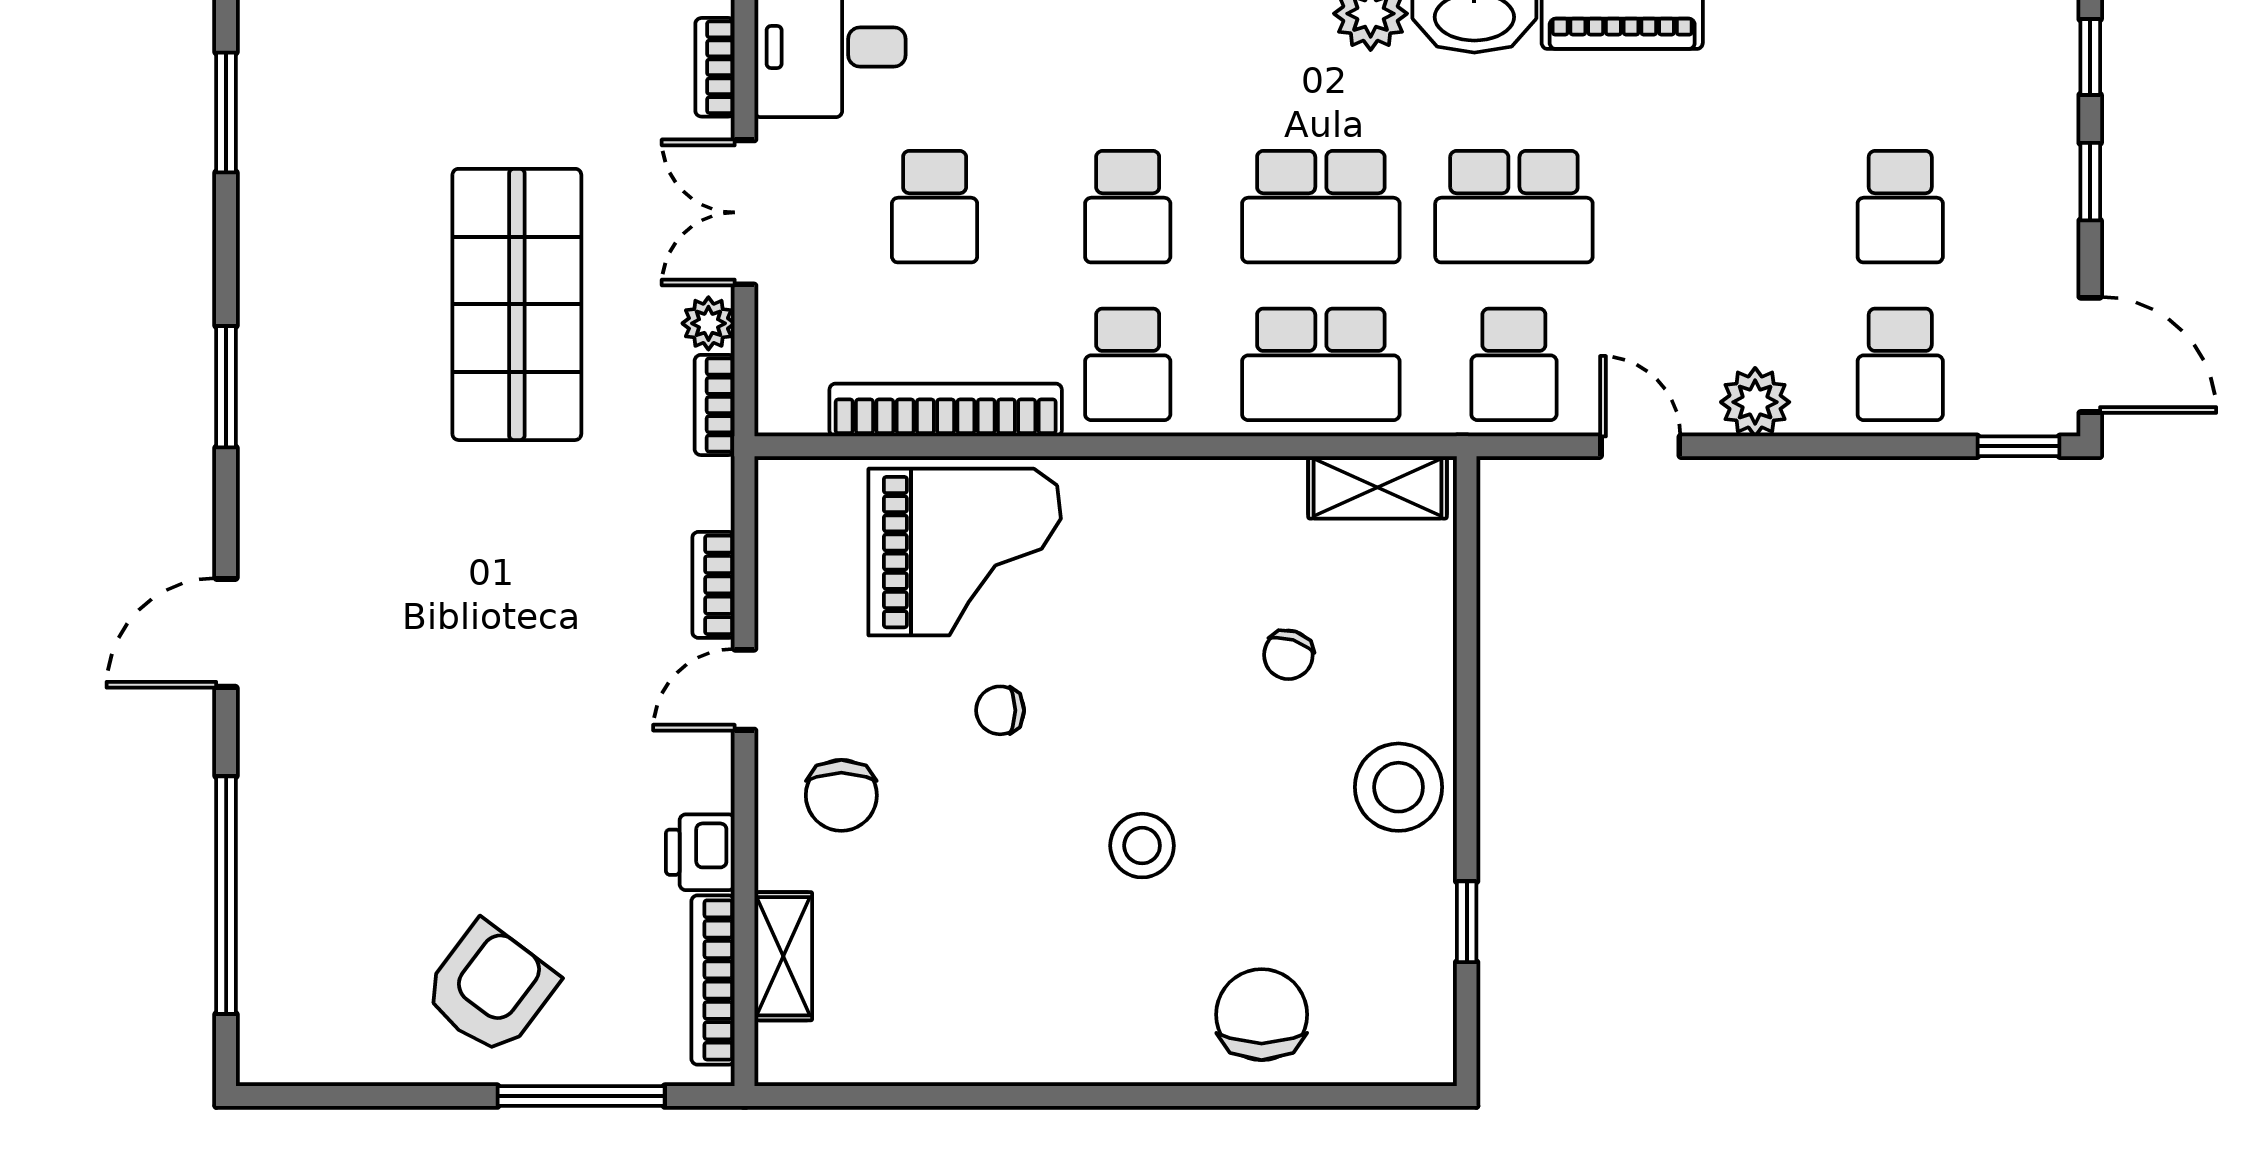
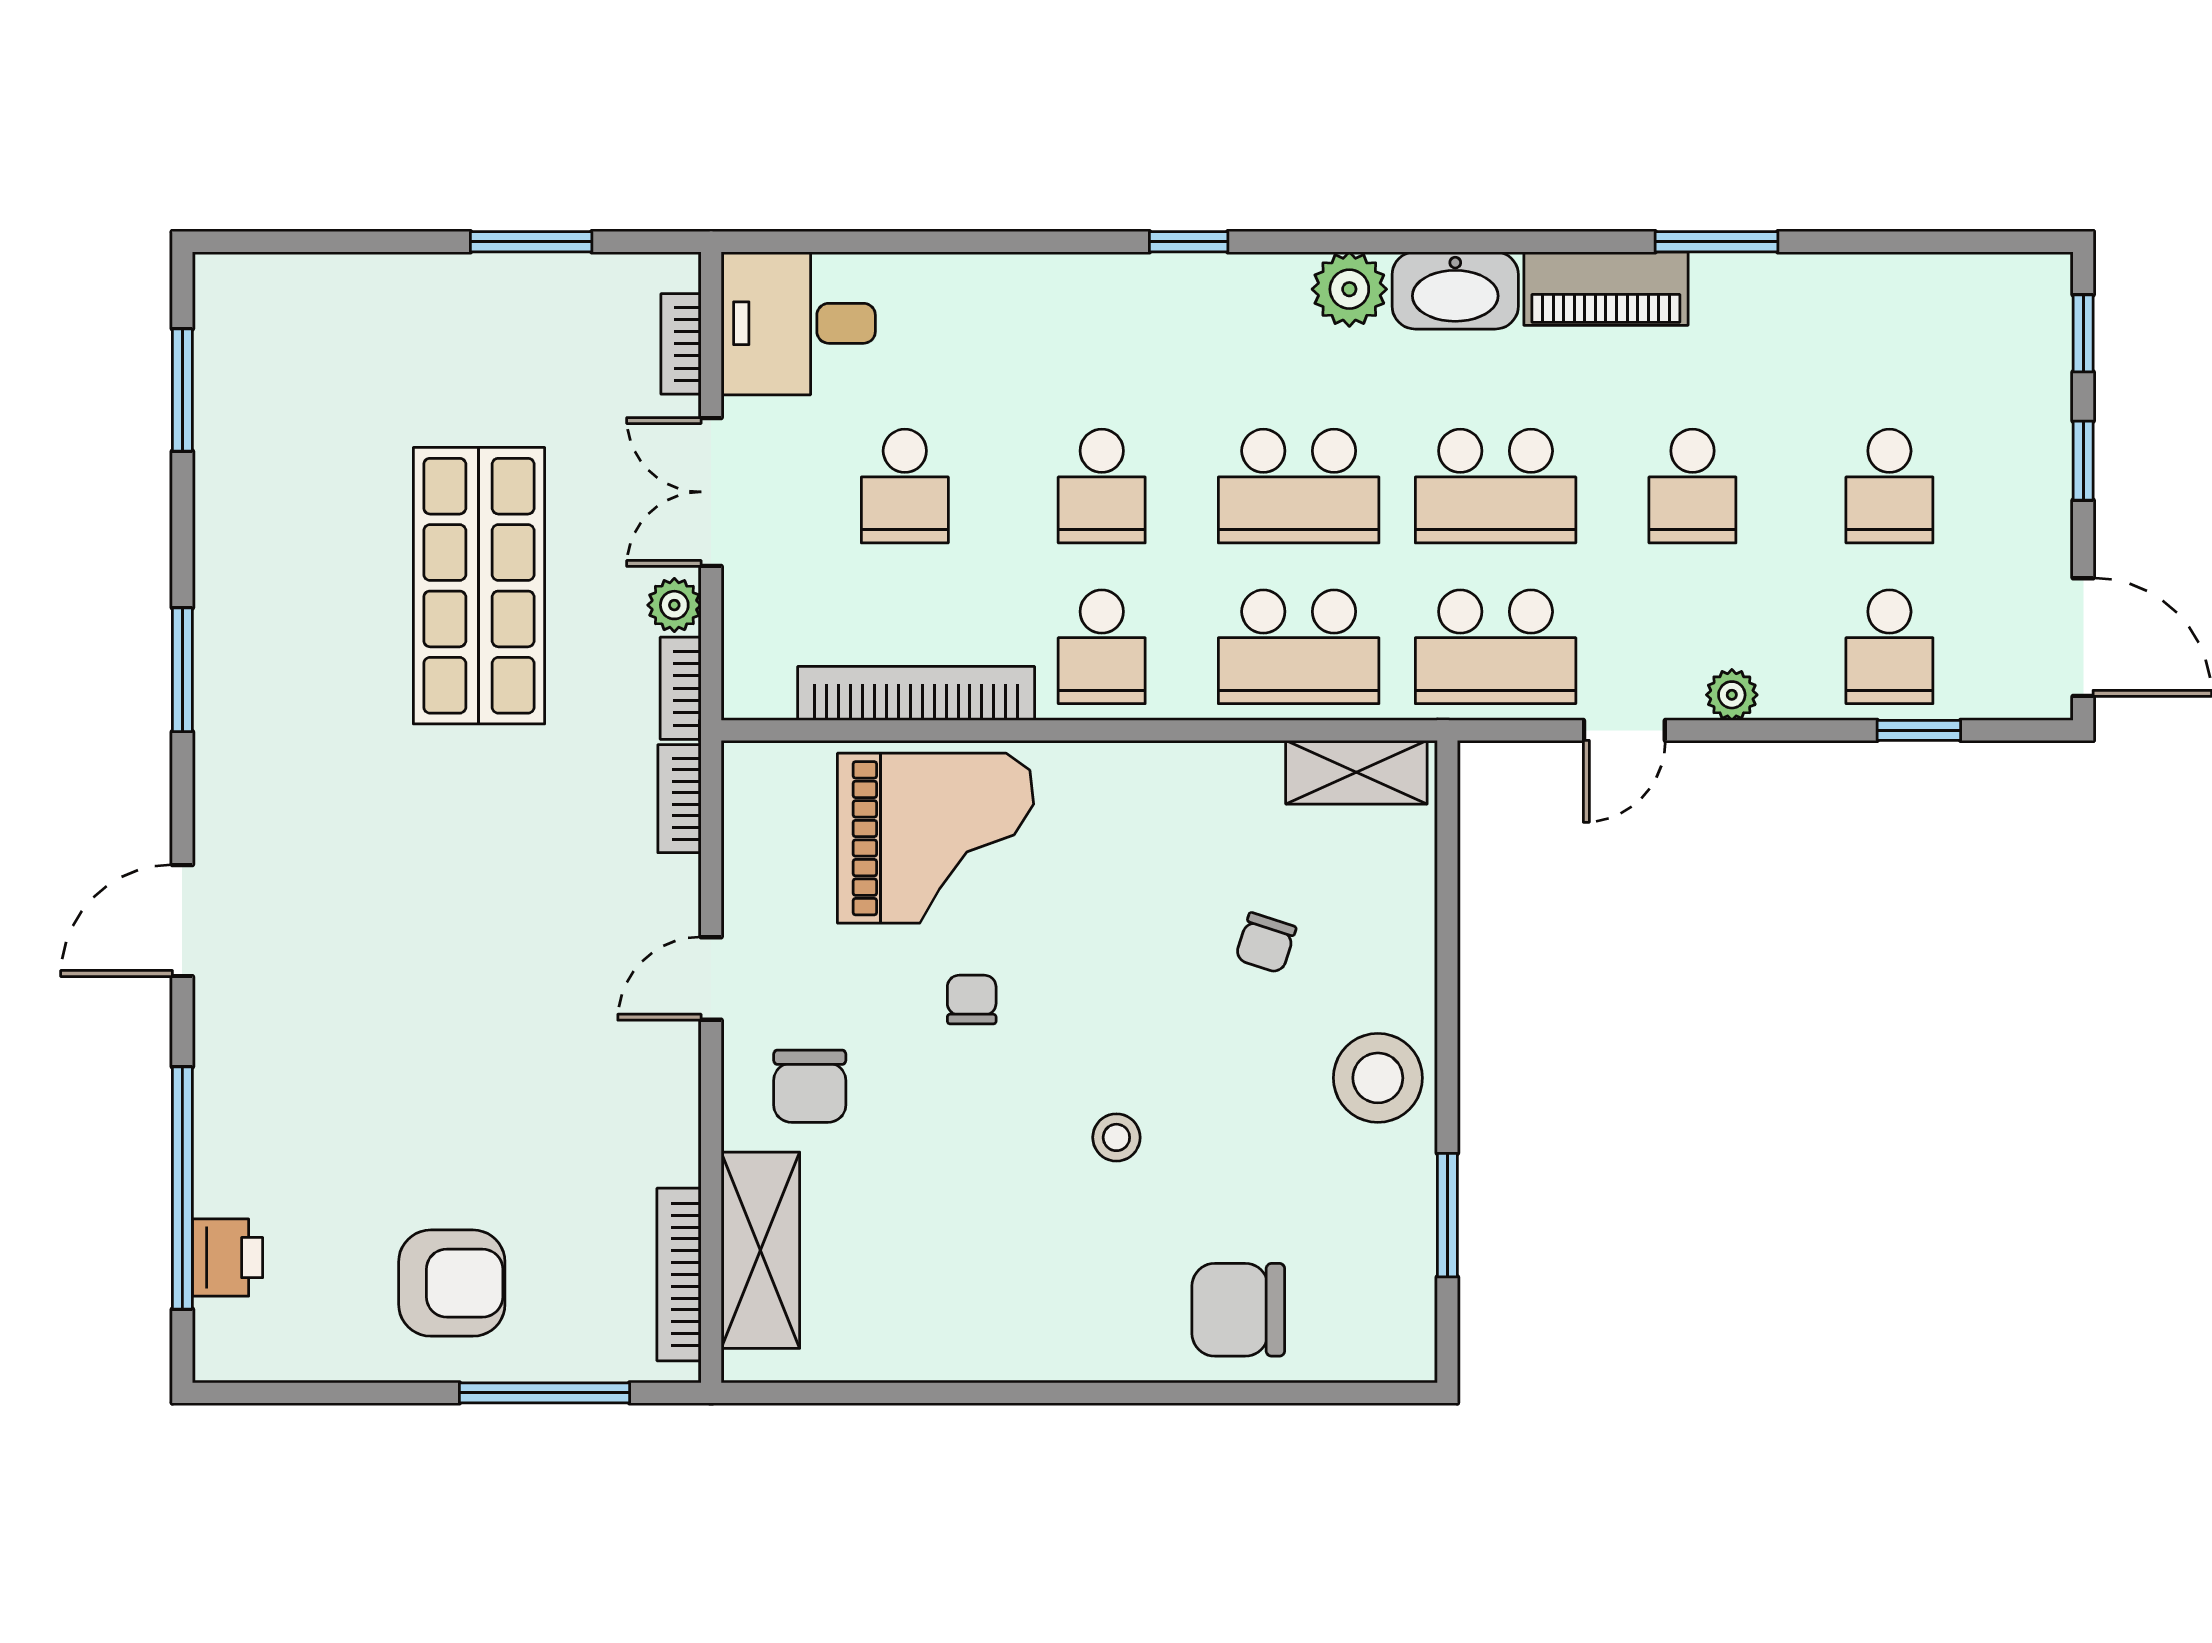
school desk: (1707, 207) -> (1692, 486), added
school desk: (1514, 364) -> (1496, 647), width x1.85
plant: (1755, 402) -> (1732, 695), width x0.73, depth x0.73
door: (1640, 446) -> (1624, 730), swing flipped
window: (2018, 446) -> (1919, 730), moved
bookcase: (714, 585) -> (679, 799), moved
chair: (1000, 710) -> (972, 1000), turned 90
stool: (1142, 846) -> (1116, 1137), width x0.73, depth x0.73
printer: (700, 852) -> (228, 1258), moved, turned 180
window: (1467, 922) -> (1447, 1215), width x1.50
shelving: (783, 956) -> (760, 1250), width x1.50, depth x1.33
armchair: (490, 988) -> (452, 1283), turned 53
chair: (1262, 1015) -> (1238, 1310), turned -90

